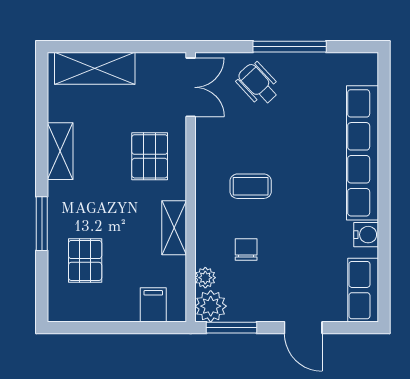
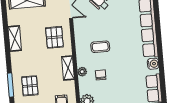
window: (42, 224) -> (11, 85), moved
plant: (205, 278) -> (82, 72), moved

